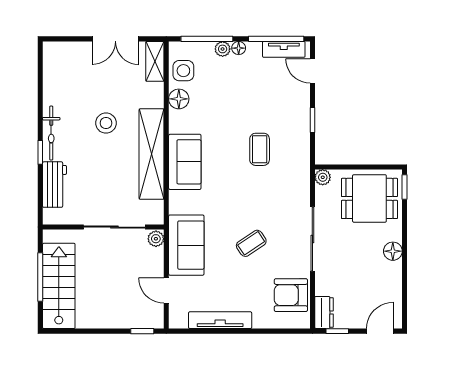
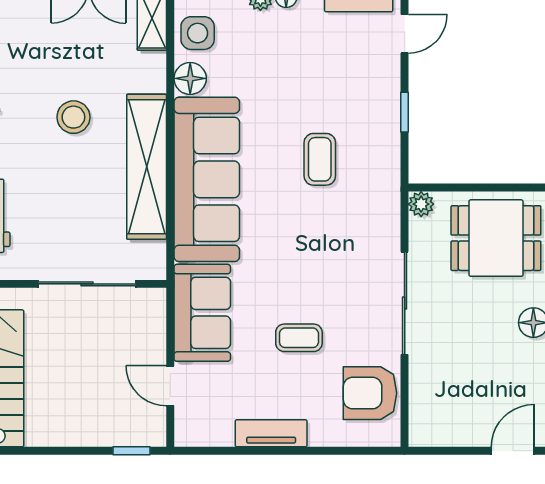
door: (312, 71) -> (405, 34), swing flipped
sofa: (185, 162) -> (207, 179), width x1.85, depth x1.27
plant: (156, 239) -> (153, 303), removed
coffee table: (251, 243) -> (299, 338), moved, turned 34
dresser: (324, 312) -> (423, 421), removed
tv unit: (220, 320) -> (271, 433), width x0.71
window: (337, 331) -> (444, 451), removed

